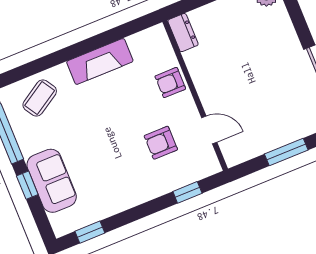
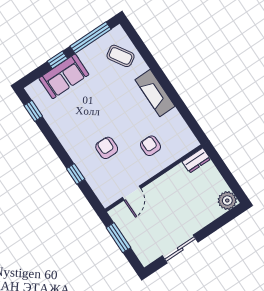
dresser: (183, 33) -> (196, 160), moved
wall: (195, 95) -> (154, 178), moved
door: (209, 130) -> (132, 193), moved

